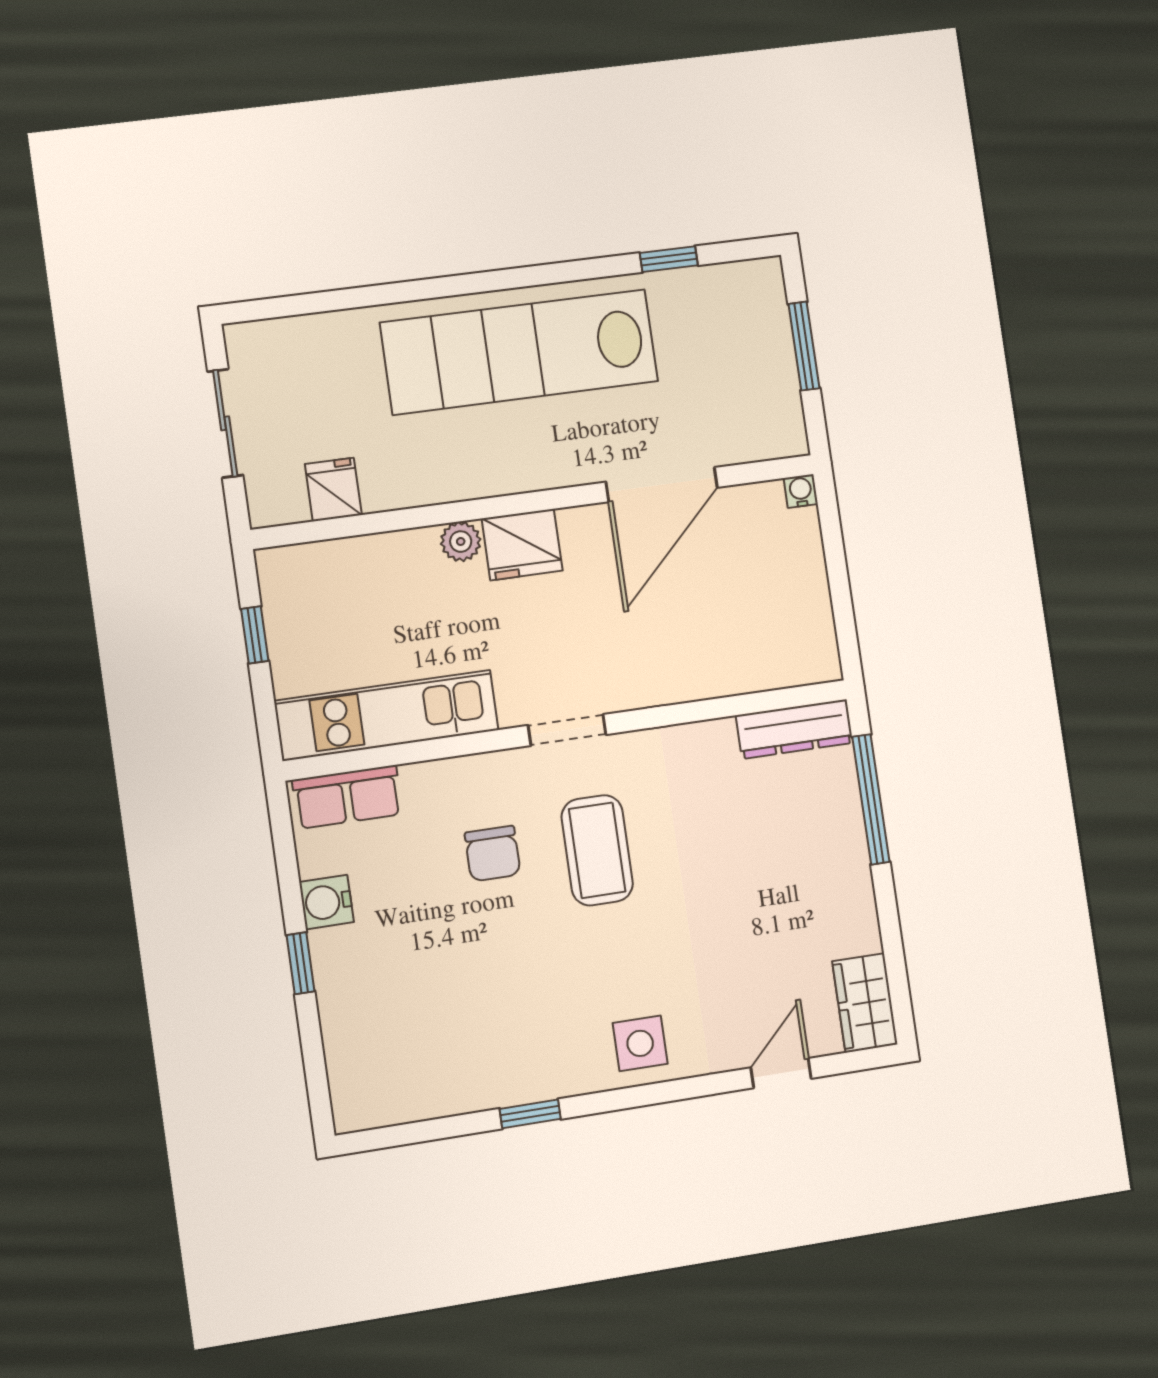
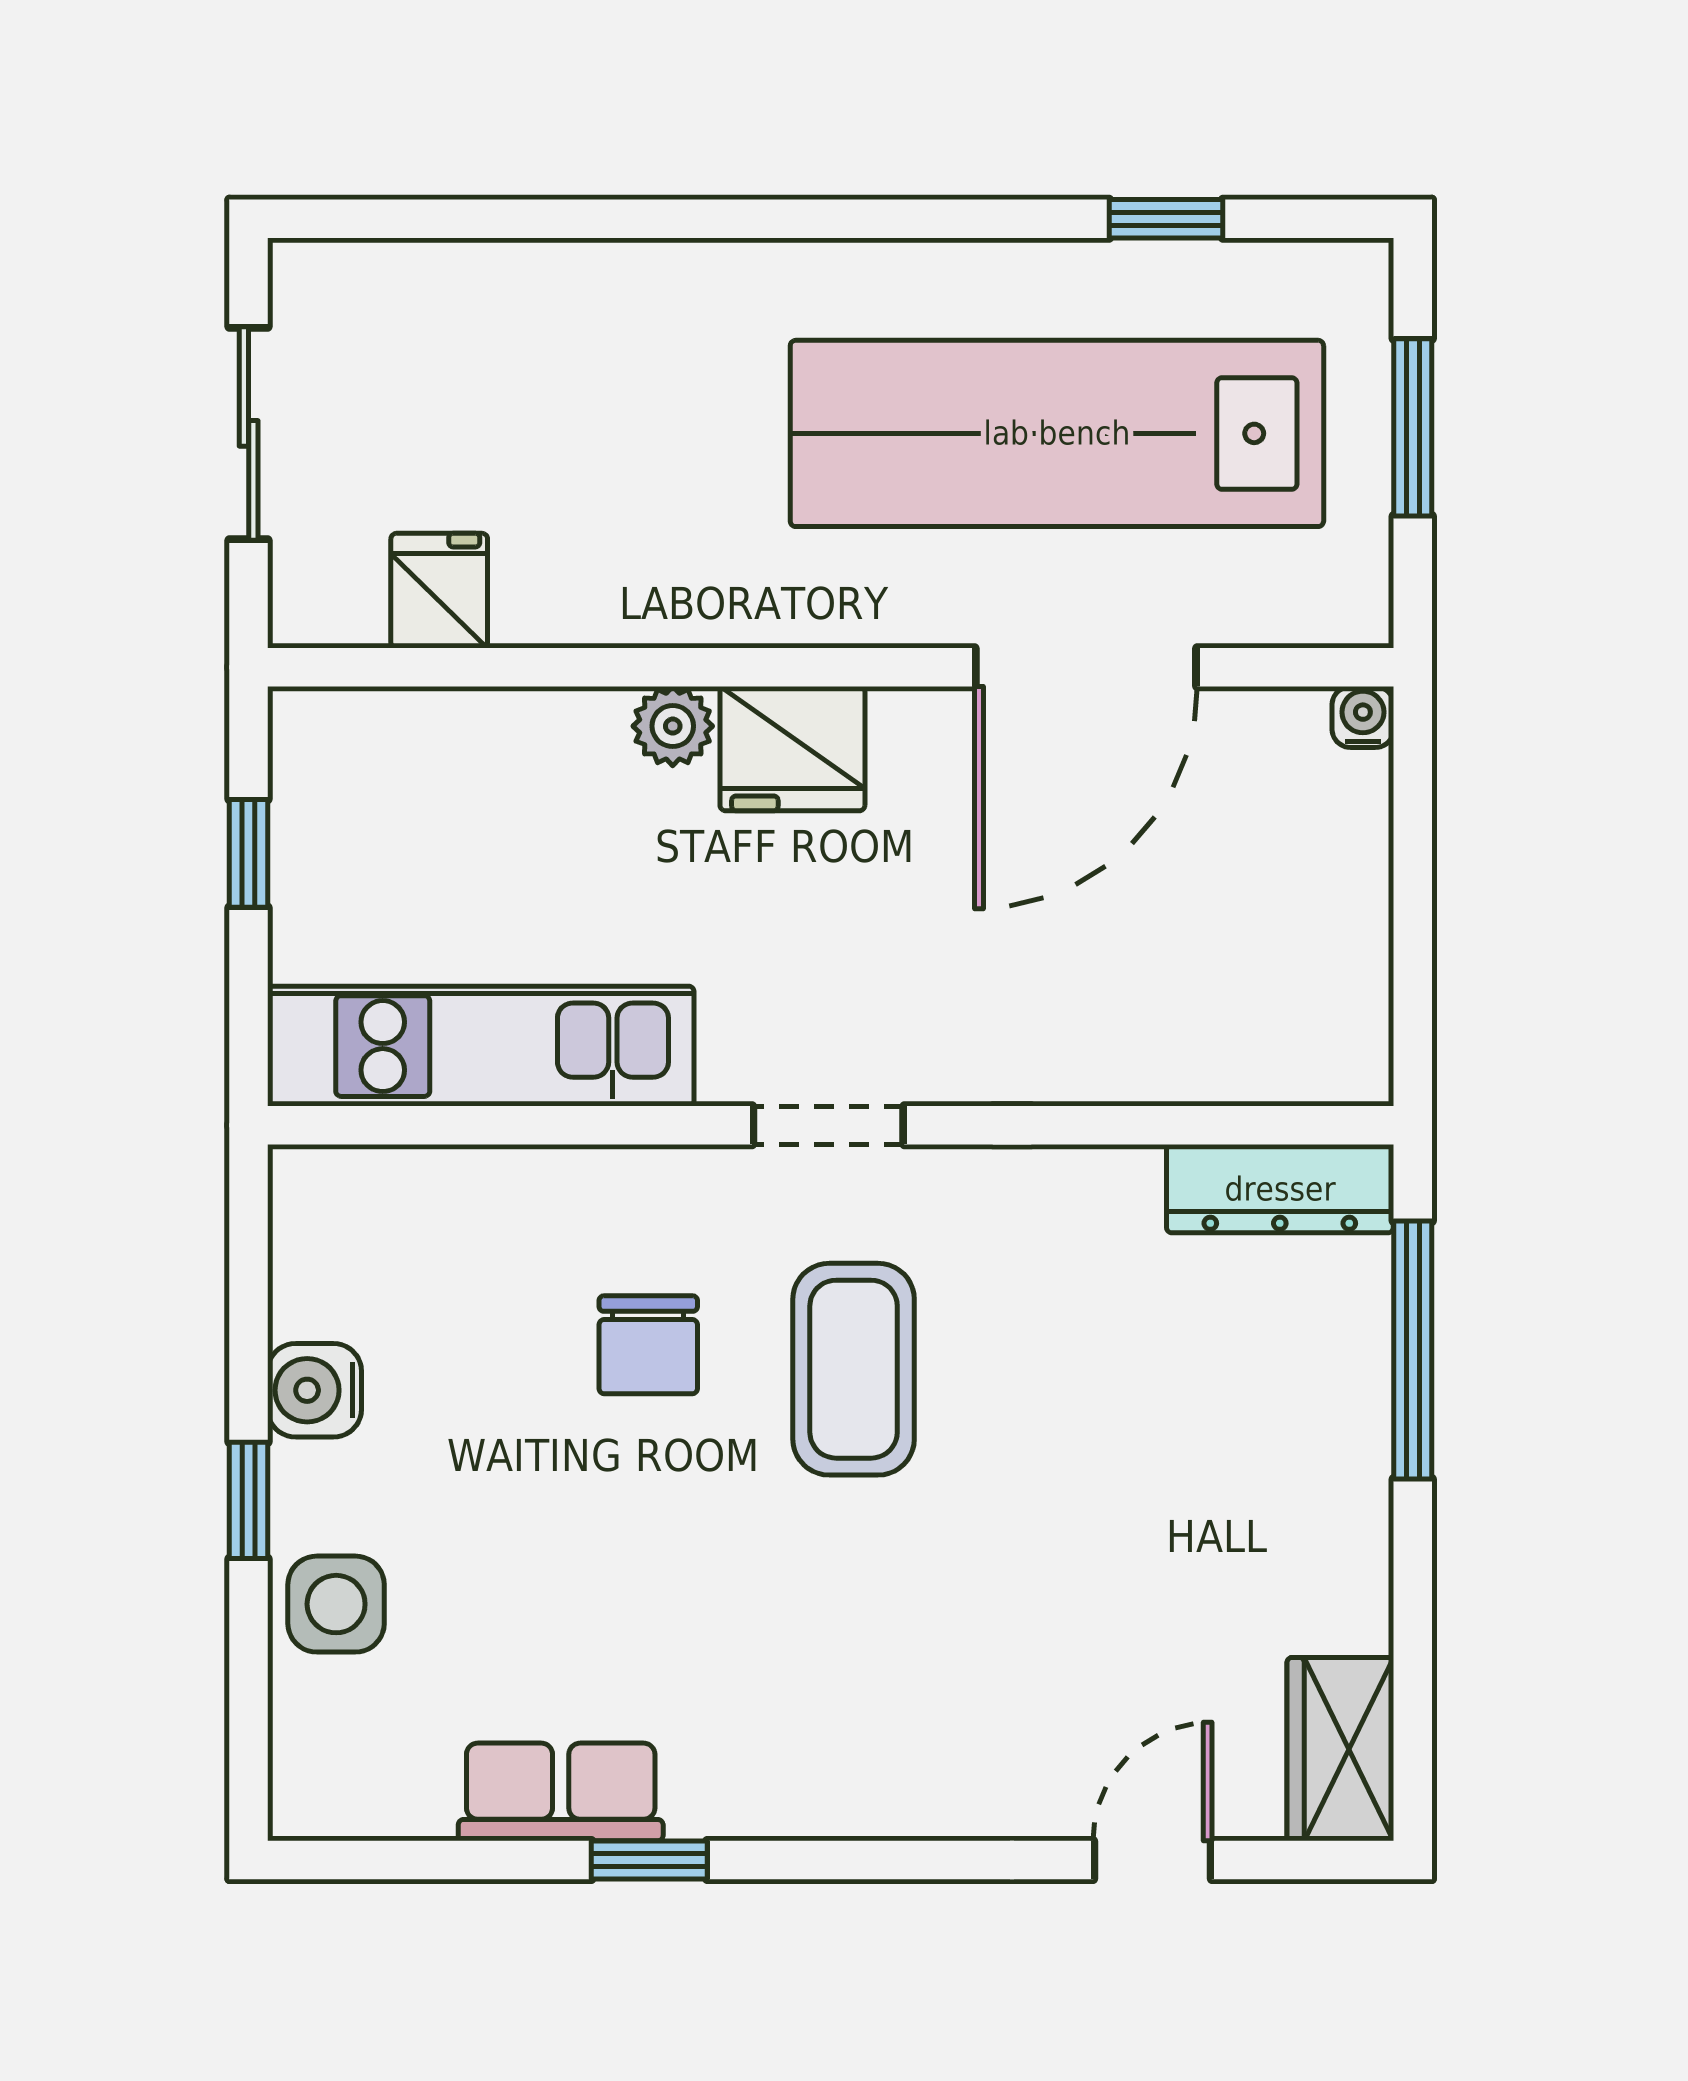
lab bench: (519, 352) -> (1057, 433), moved
row of seats: (347, 797) -> (561, 1792), moved, turned 180
side table: (640, 1043) -> (336, 1604), moved

